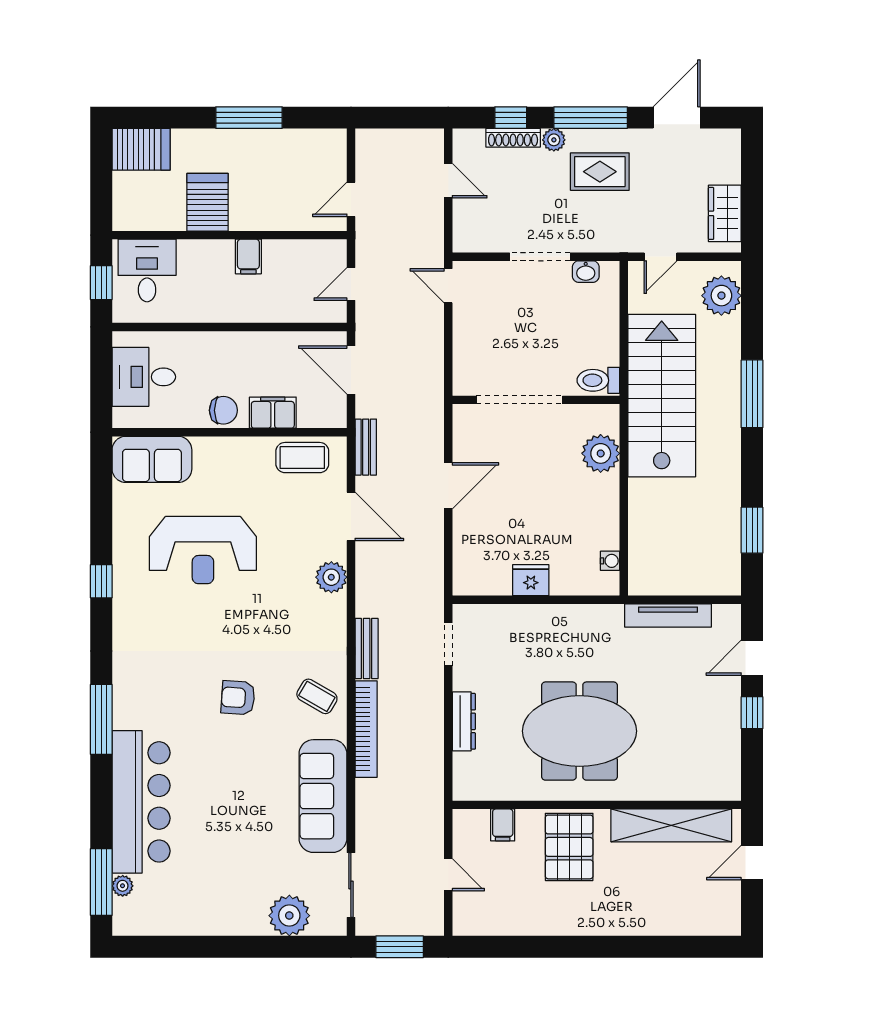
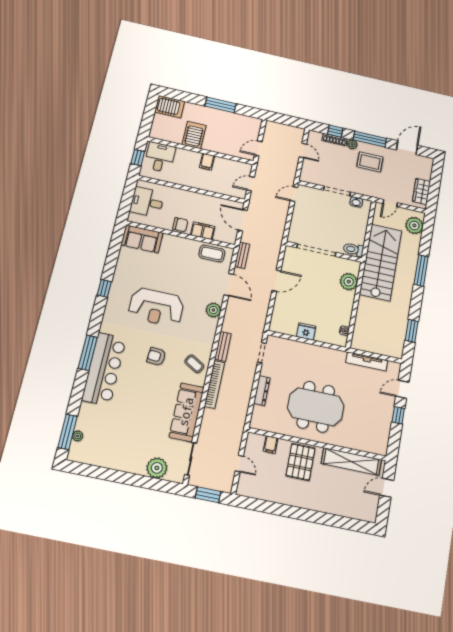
door: (448, 286) -> (294, 194), hinge flipped
reception desk: (203, 550) -> (156, 307), moved
bar counter: (141, 802) -> (104, 369), moved

